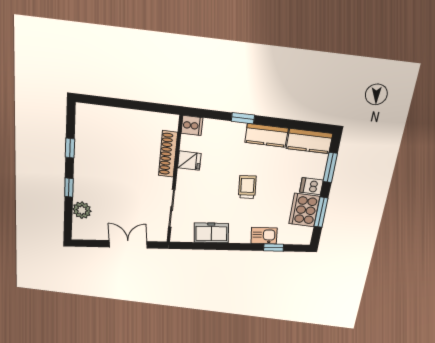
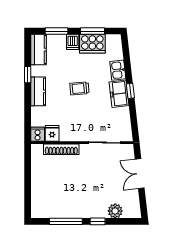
window: (243, 118) -> (28, 75), moved
kitchen counter: (266, 135) -> (38, 91), moved
window: (70, 148) -> (66, 221), width x2.17
fridge: (189, 161) -> (52, 133), moved
freezer: (211, 233) -> (119, 94), moved
window: (274, 248) -> (130, 91), moved

